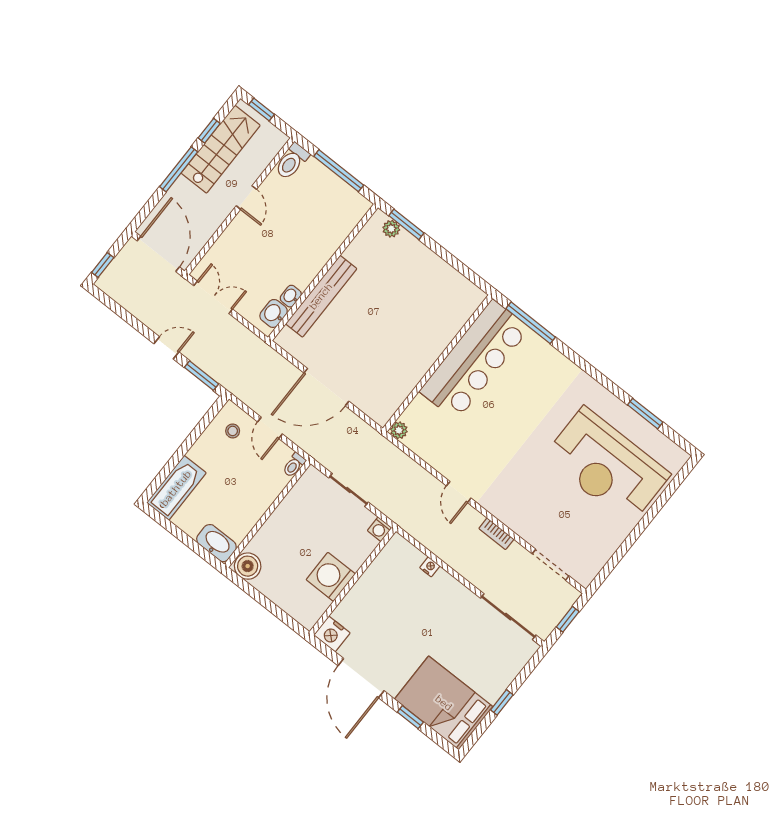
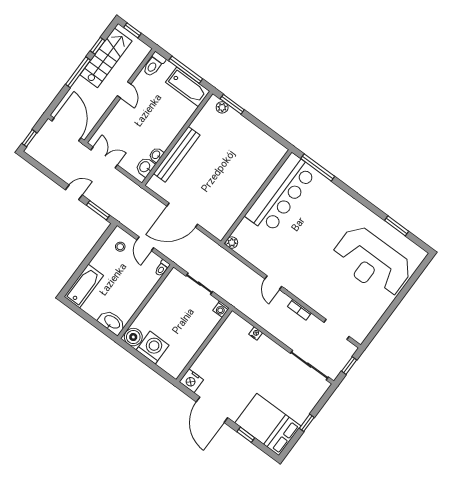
bathtub: (341, 196) -> (188, 87), added
washing machine: (331, 577) -> (153, 348), moved, turned 90

